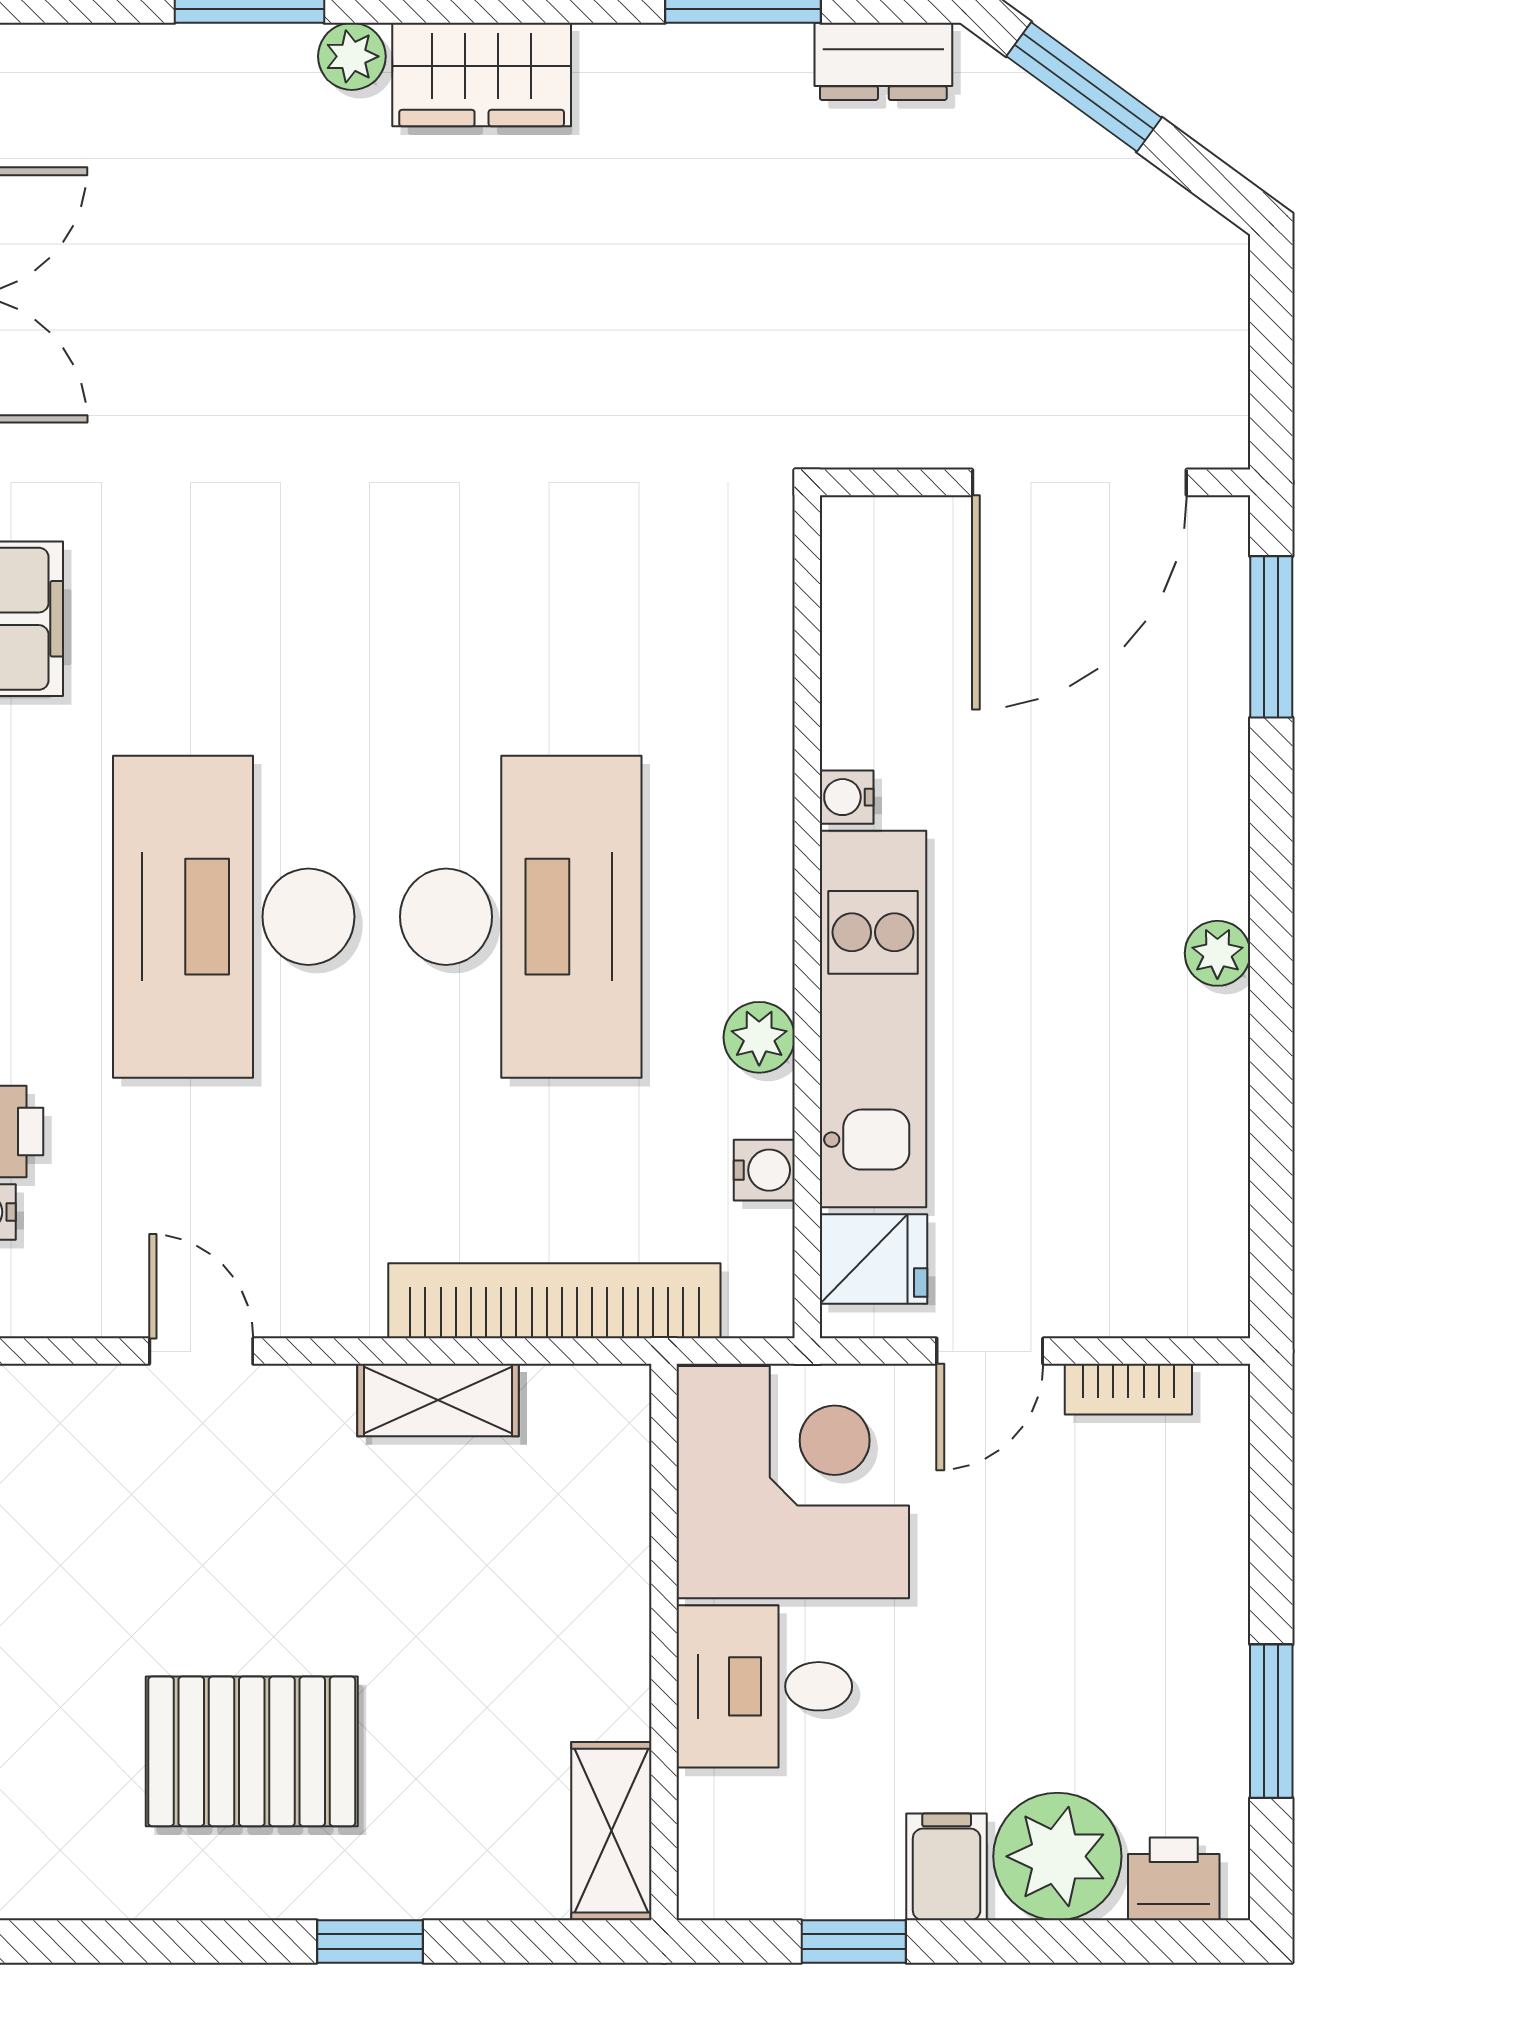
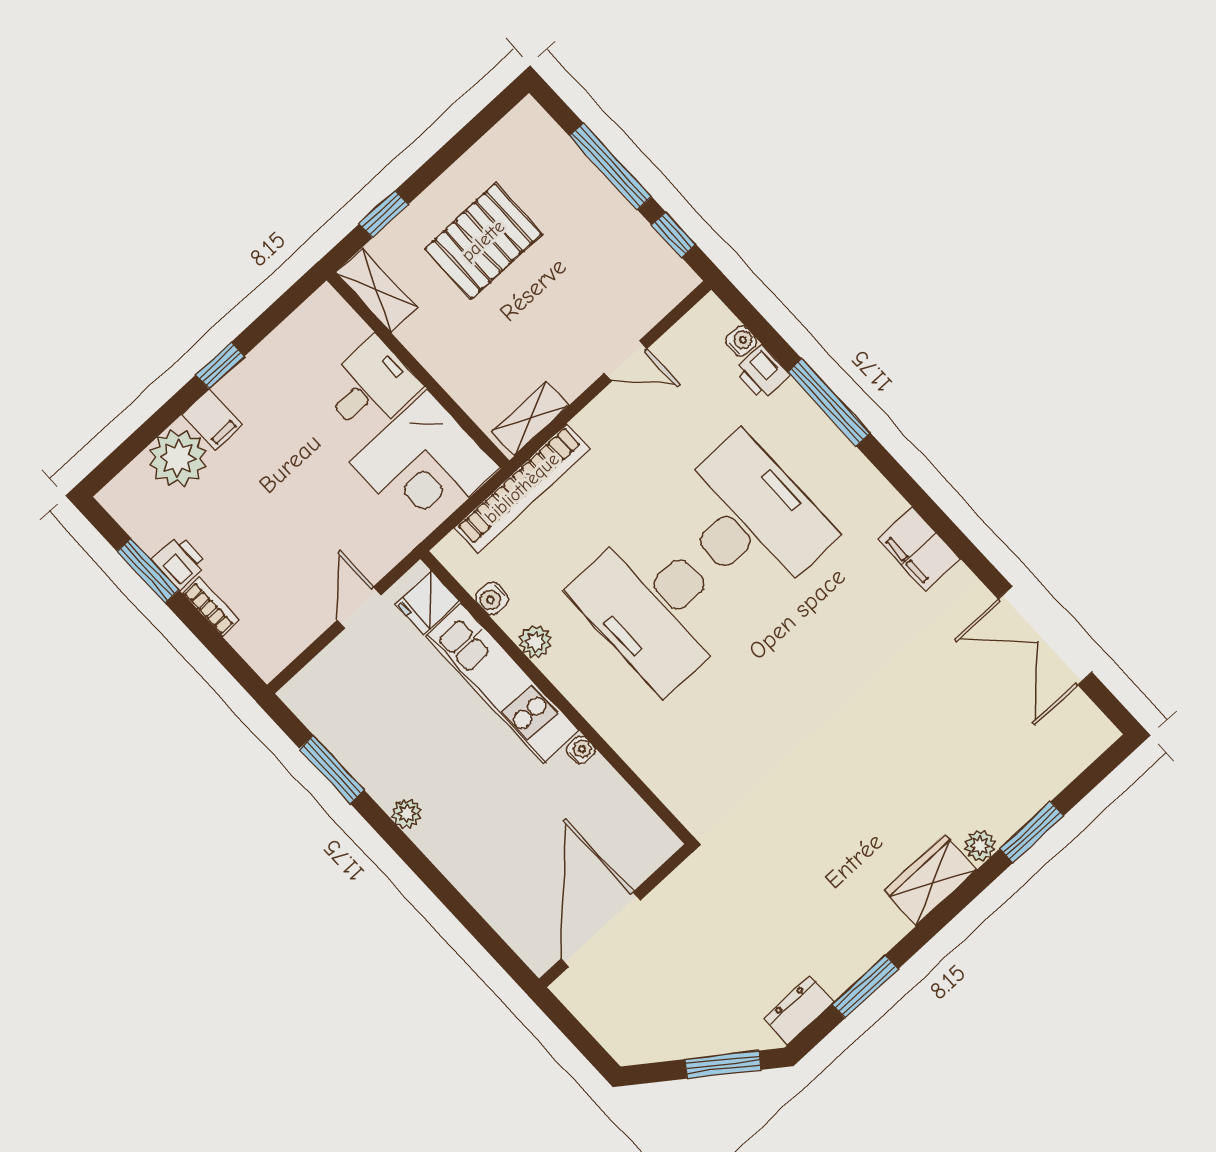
window: (1271, 637) -> (332, 769), moved
bookcase: (1128, 1389) -> (211, 607), moved, turned 90
corner desk: (793, 1482) -> (425, 465), moved
wall: (664, 1642) -> (418, 370), moved
desk: (764, 1686) -> (370, 387), moved
shelving: (611, 1831) -> (377, 290), moved
printer: (1174, 1879) -> (180, 562), moved, turned -90

